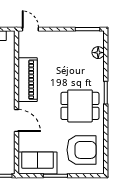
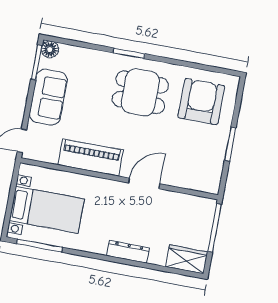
floor lamp: (98, 53) -> (50, 49), moved
dining table: (80, 106) -> (140, 92), turned 90
sofa: (38, 163) -> (48, 97), moved, turned 180

